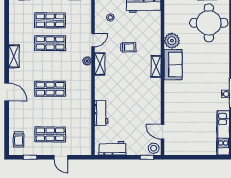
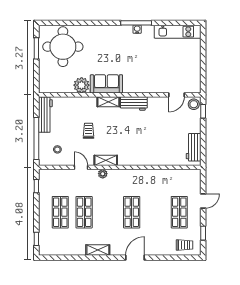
workbench: (101, 113) -> (134, 103), moved, turned 180

